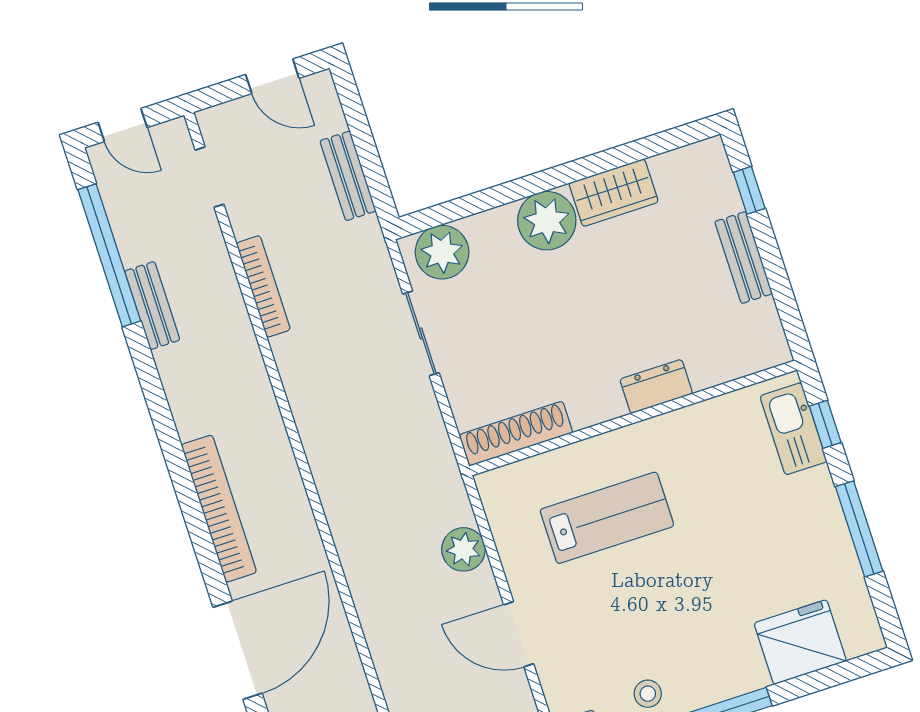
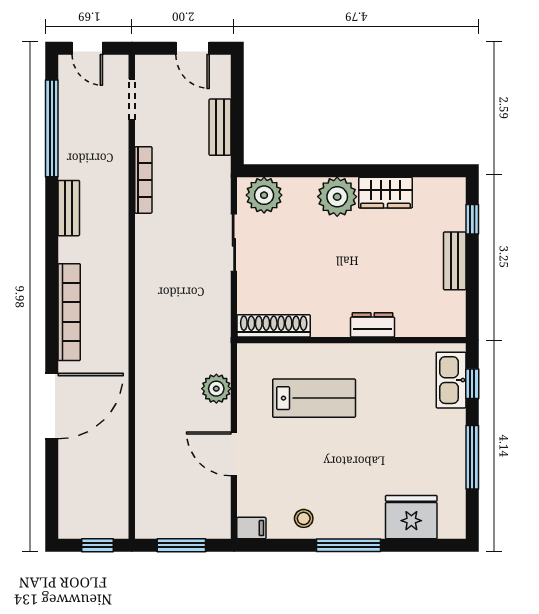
bench: (152, 306) -> (69, 208), moved

